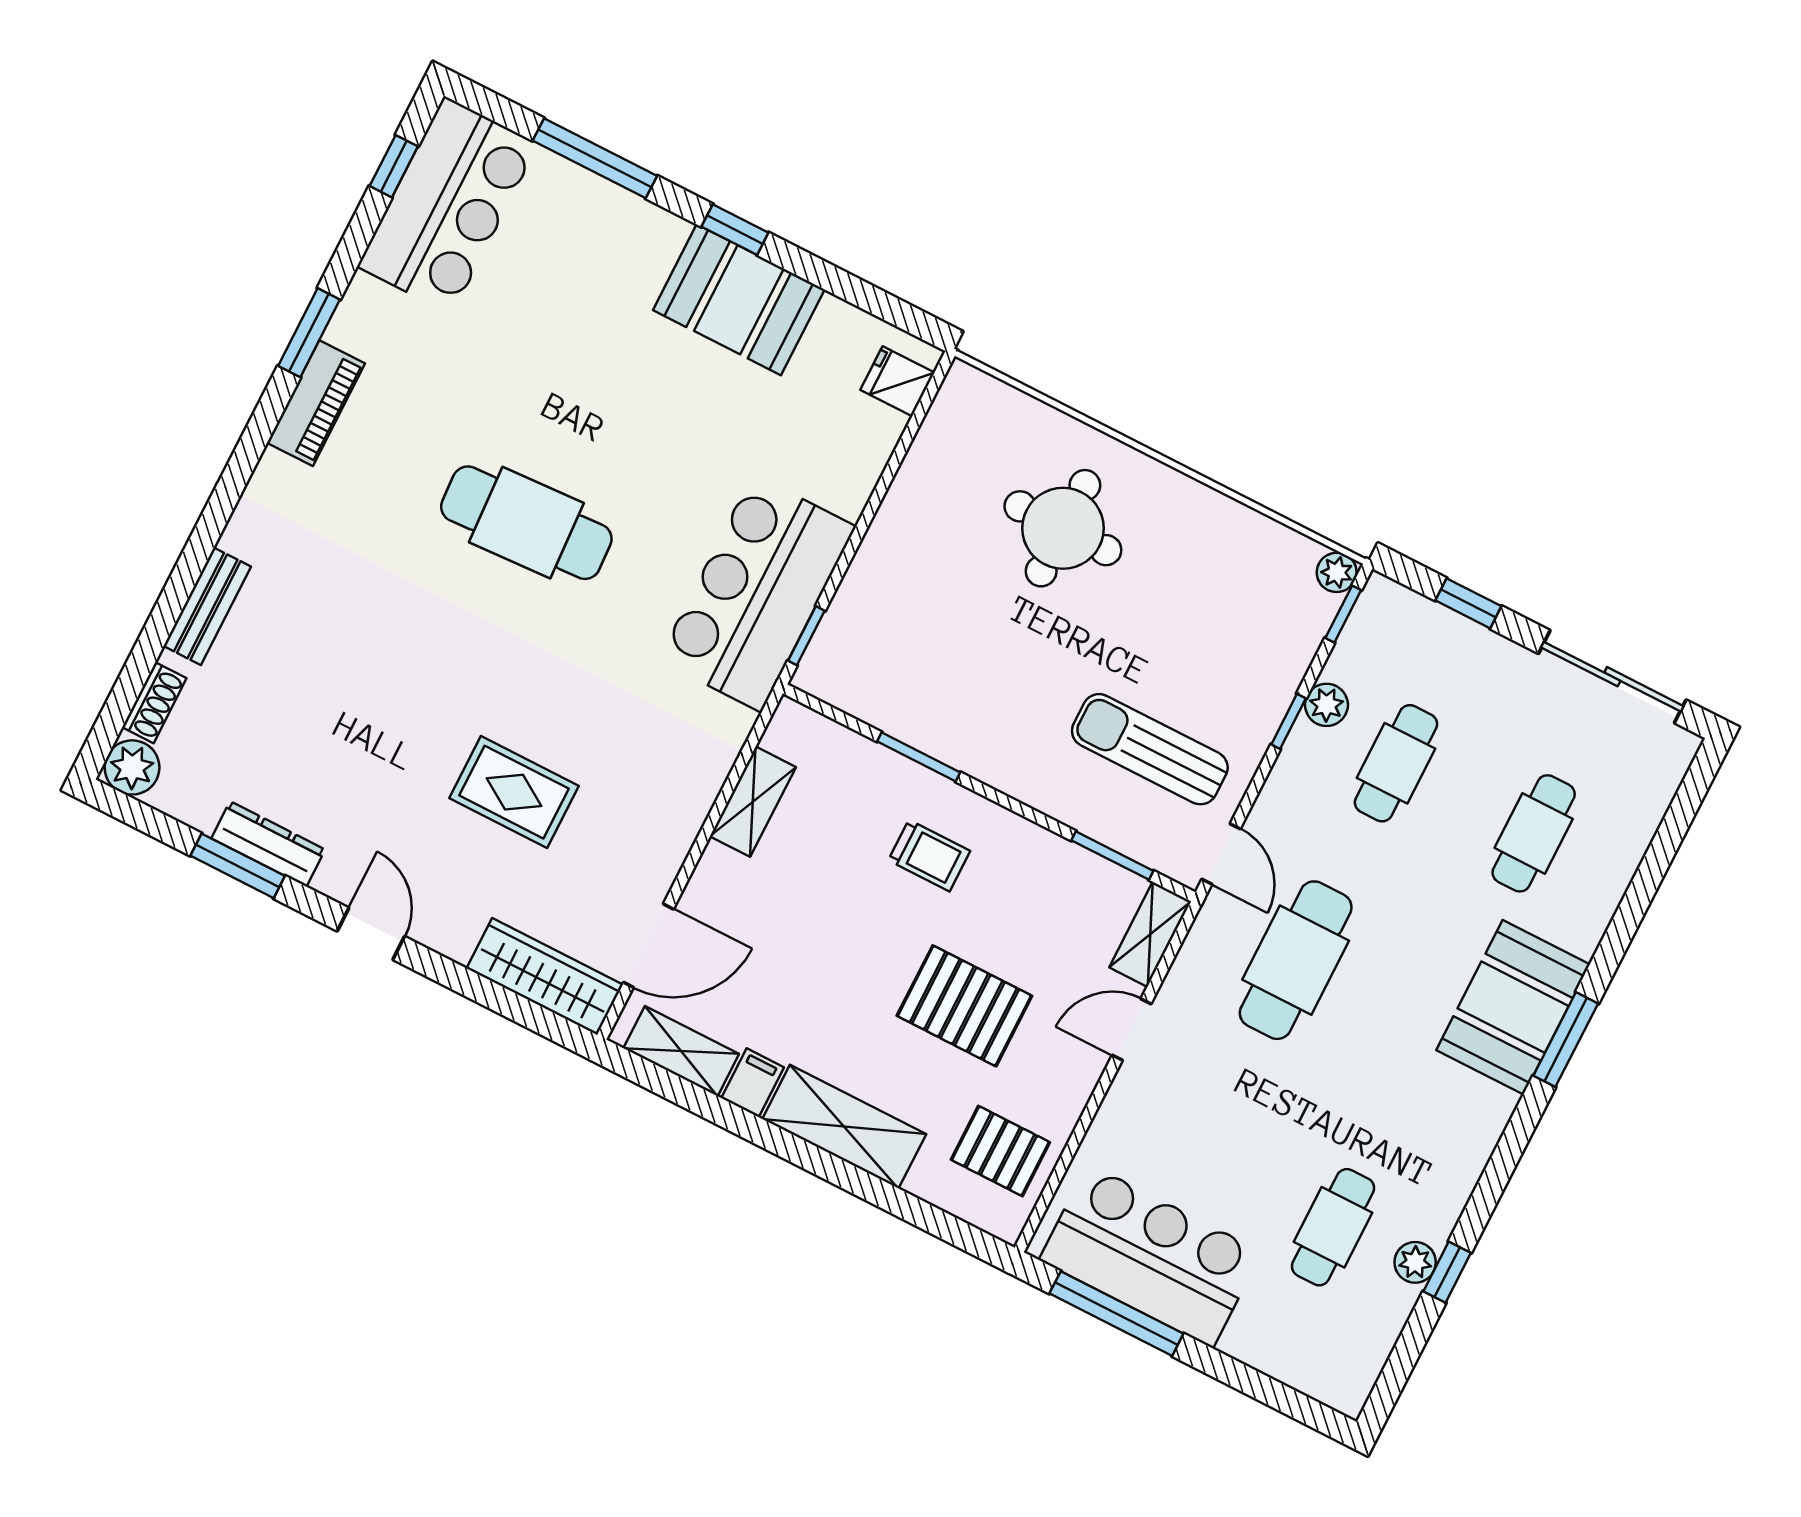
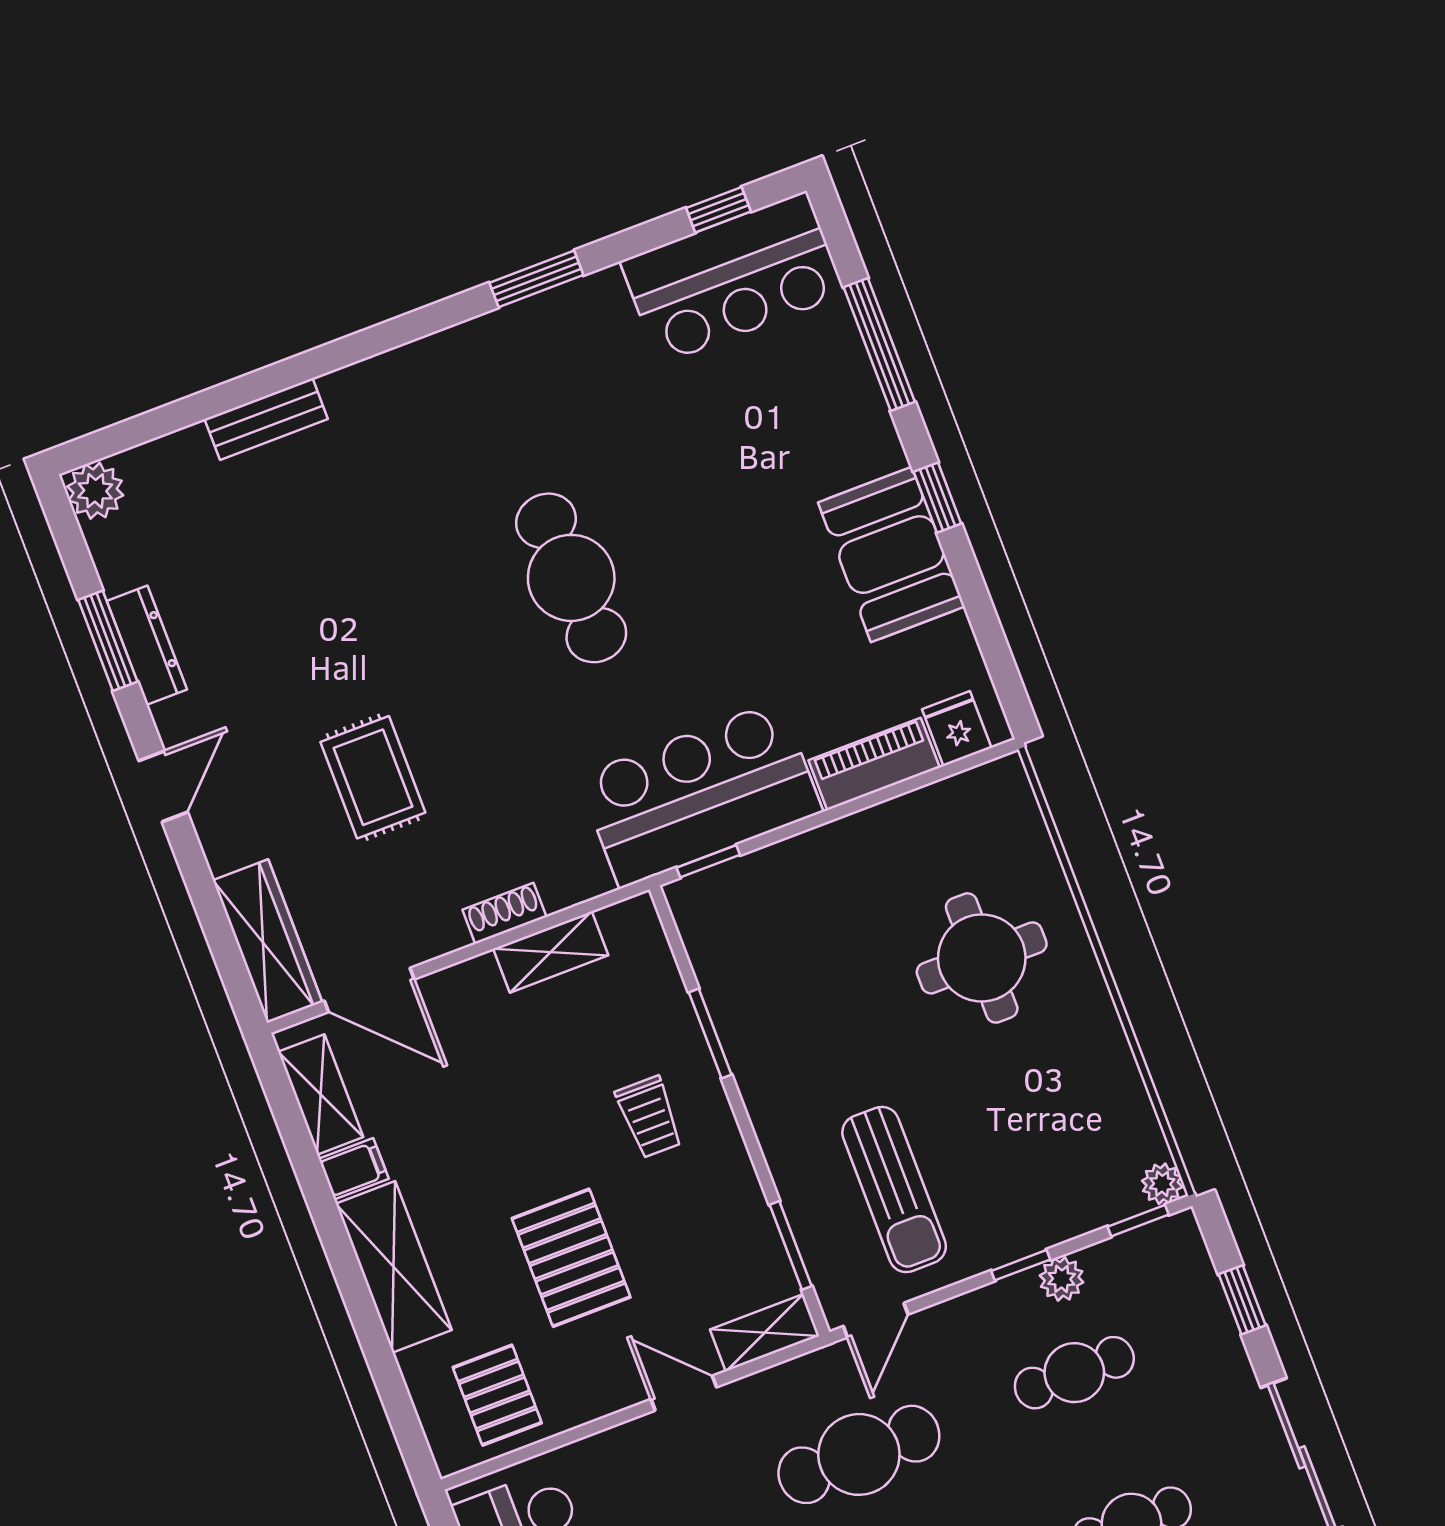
piano: (316, 403) -> (874, 764), moved, turned 180
shoe rack: (154, 703) -> (504, 913), moved, turned 180
sun lounger: (1150, 749) -> (894, 1189), turned 180

